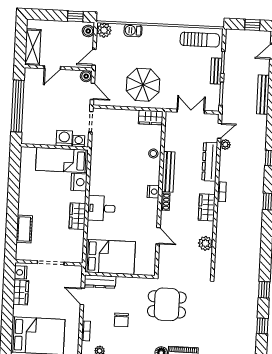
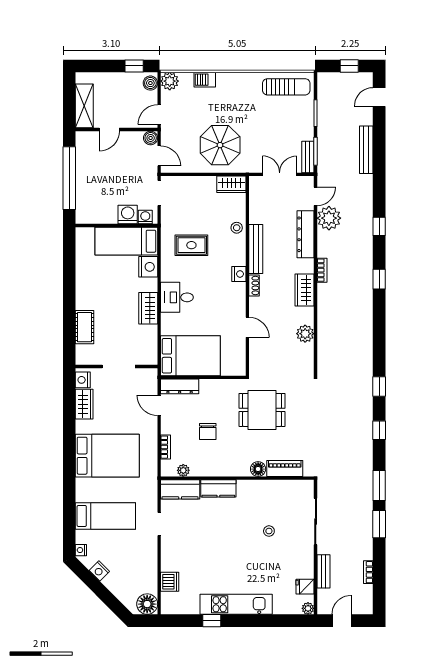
bench: (216, 71) -> (308, 157), moved
plant: (225, 145) -> (329, 218), width x1.88, depth x1.88
rug: (115, 166) -> (191, 245), added

